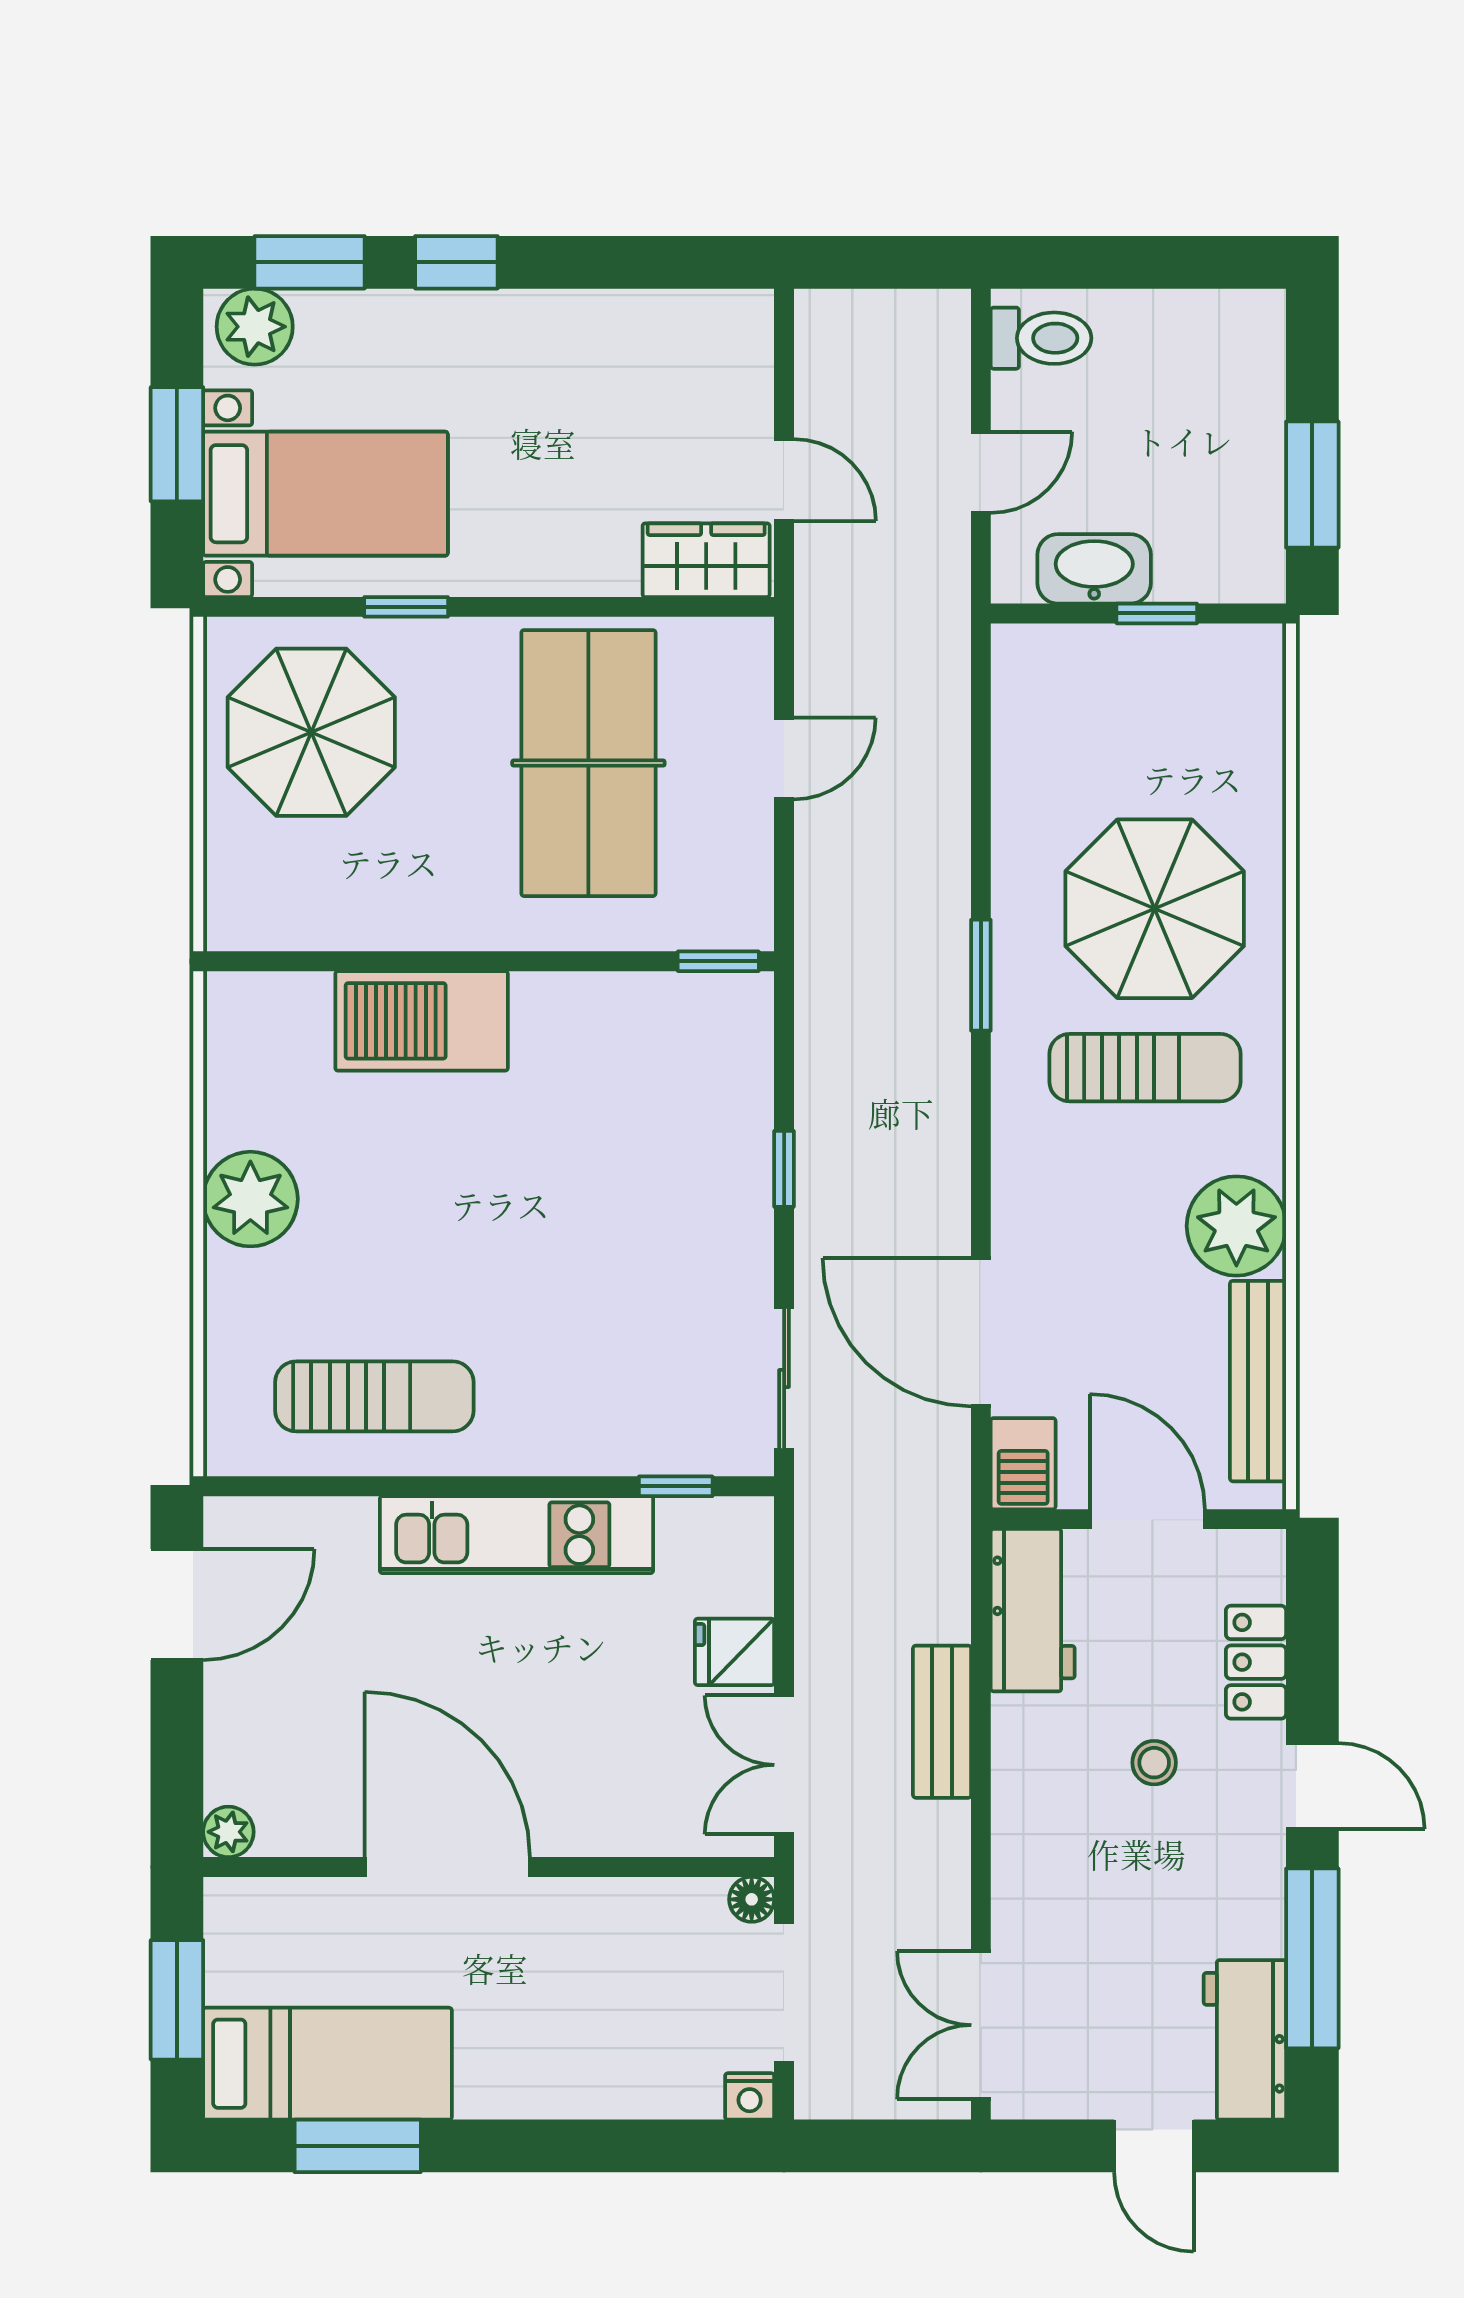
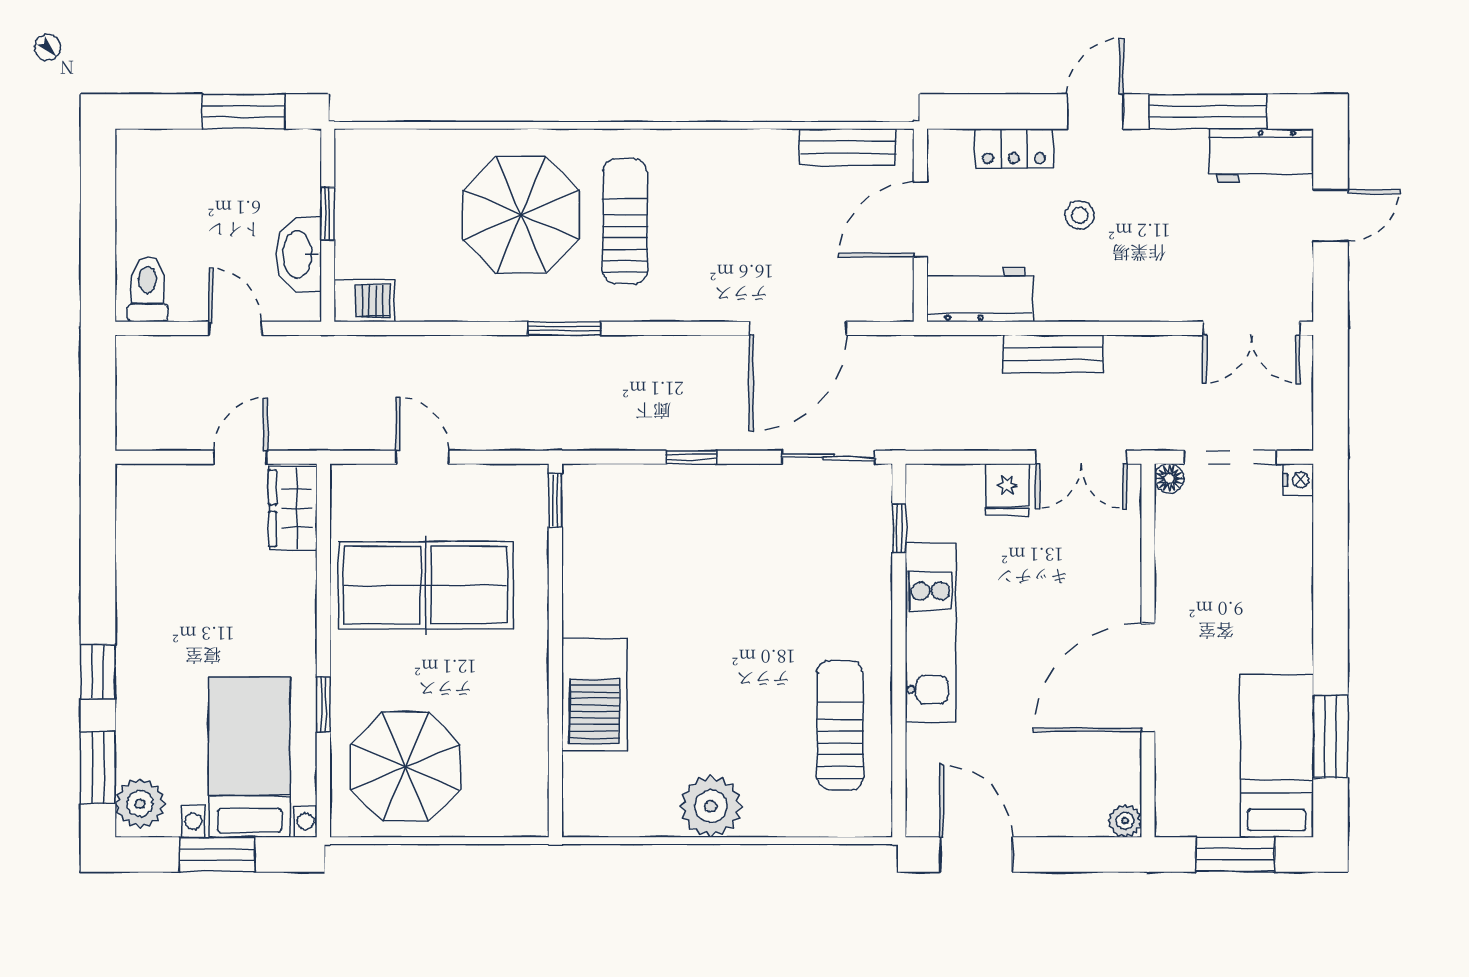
plant: (1236, 1226) -> (729, 161), removed
bench: (1258, 1381) -> (848, 147), width x0.73
barbecue: (1023, 1464) -> (364, 301), moved

